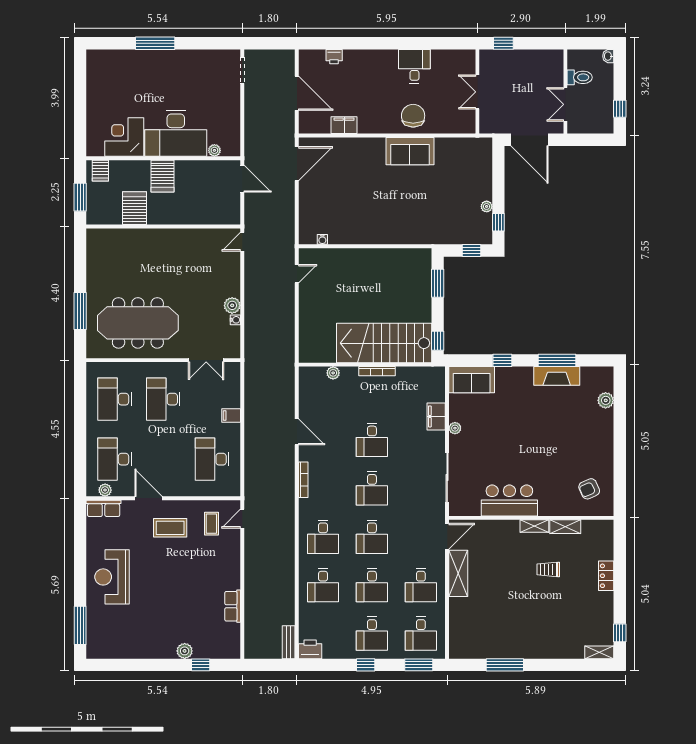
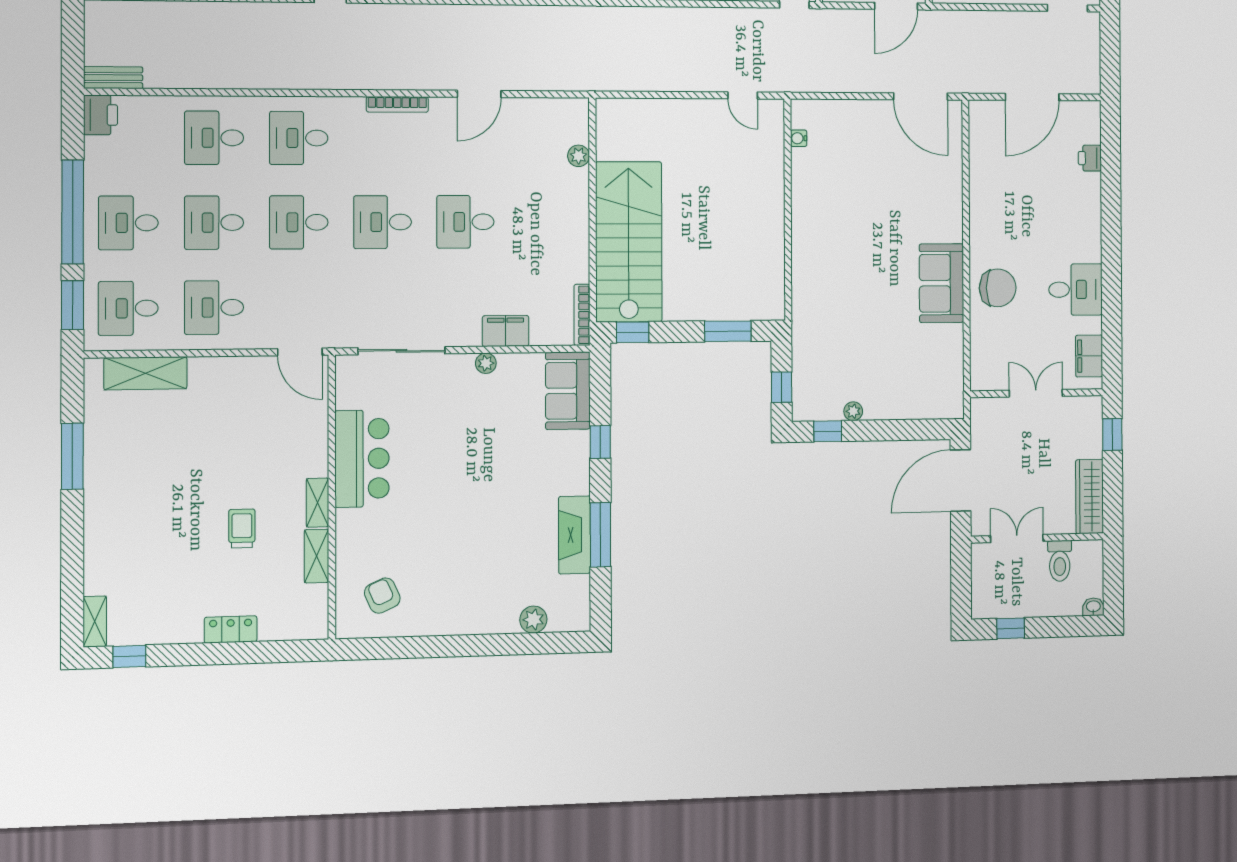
wardrobe: (541, 58) -> (1090, 497), added
filing cabinet: (344, 125) -> (1089, 356), moved, turned 180
bookcase: (377, 371) -> (582, 315), moved
shelving: (458, 573) -> (145, 373), moved
window: (366, 665) -> (73, 212), width x3.17

